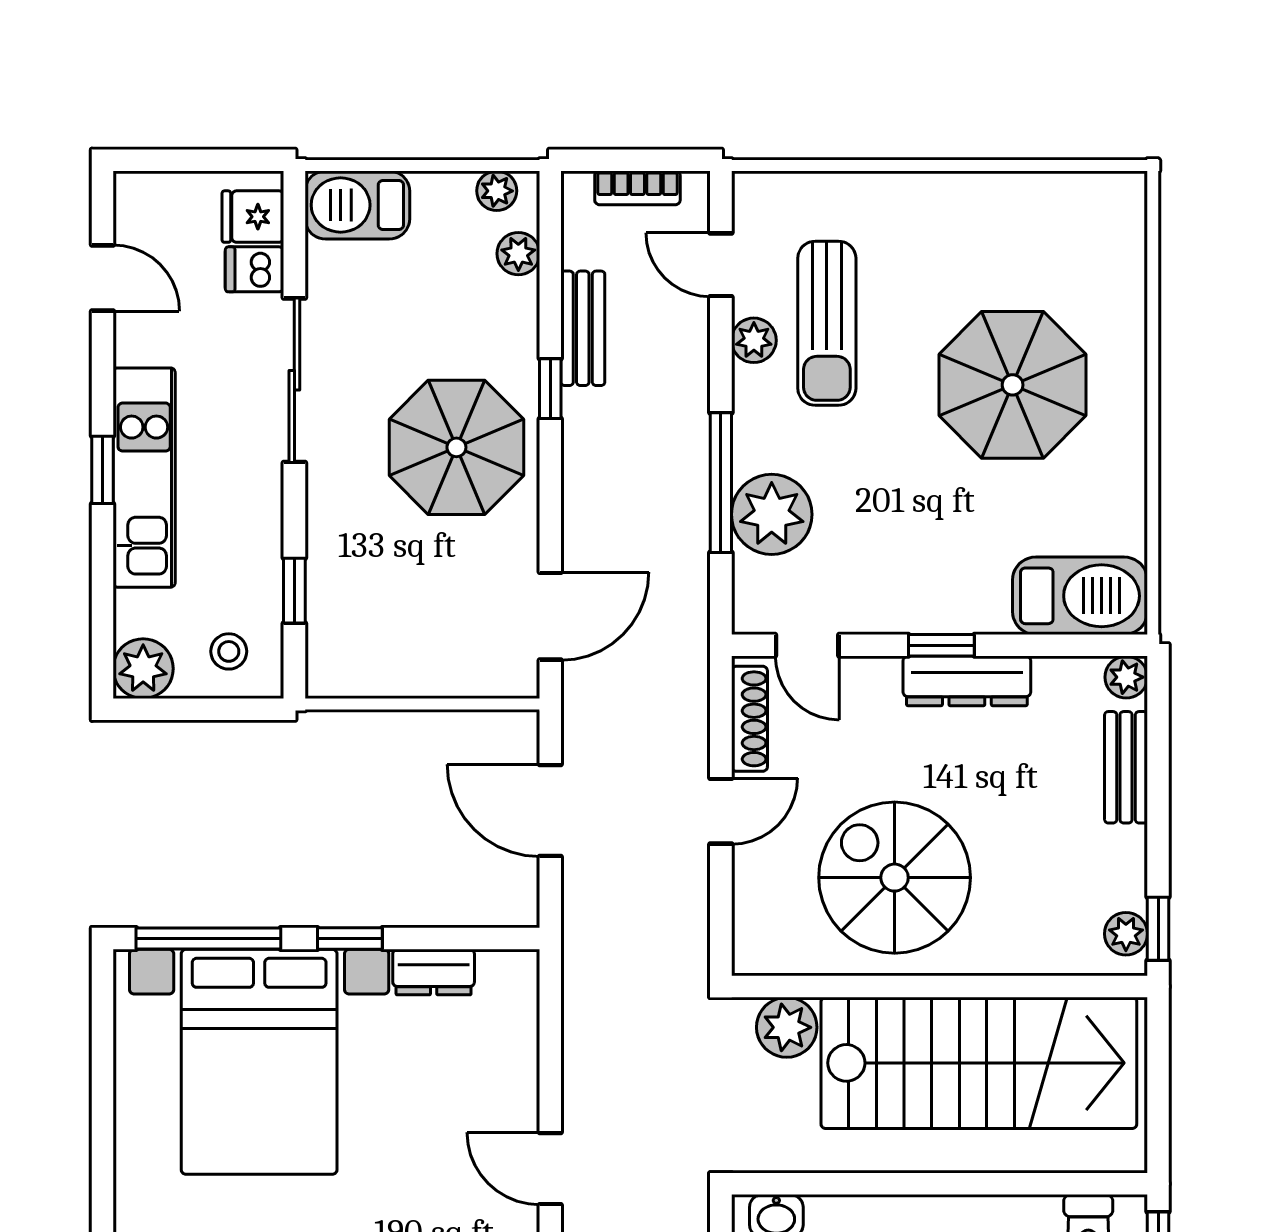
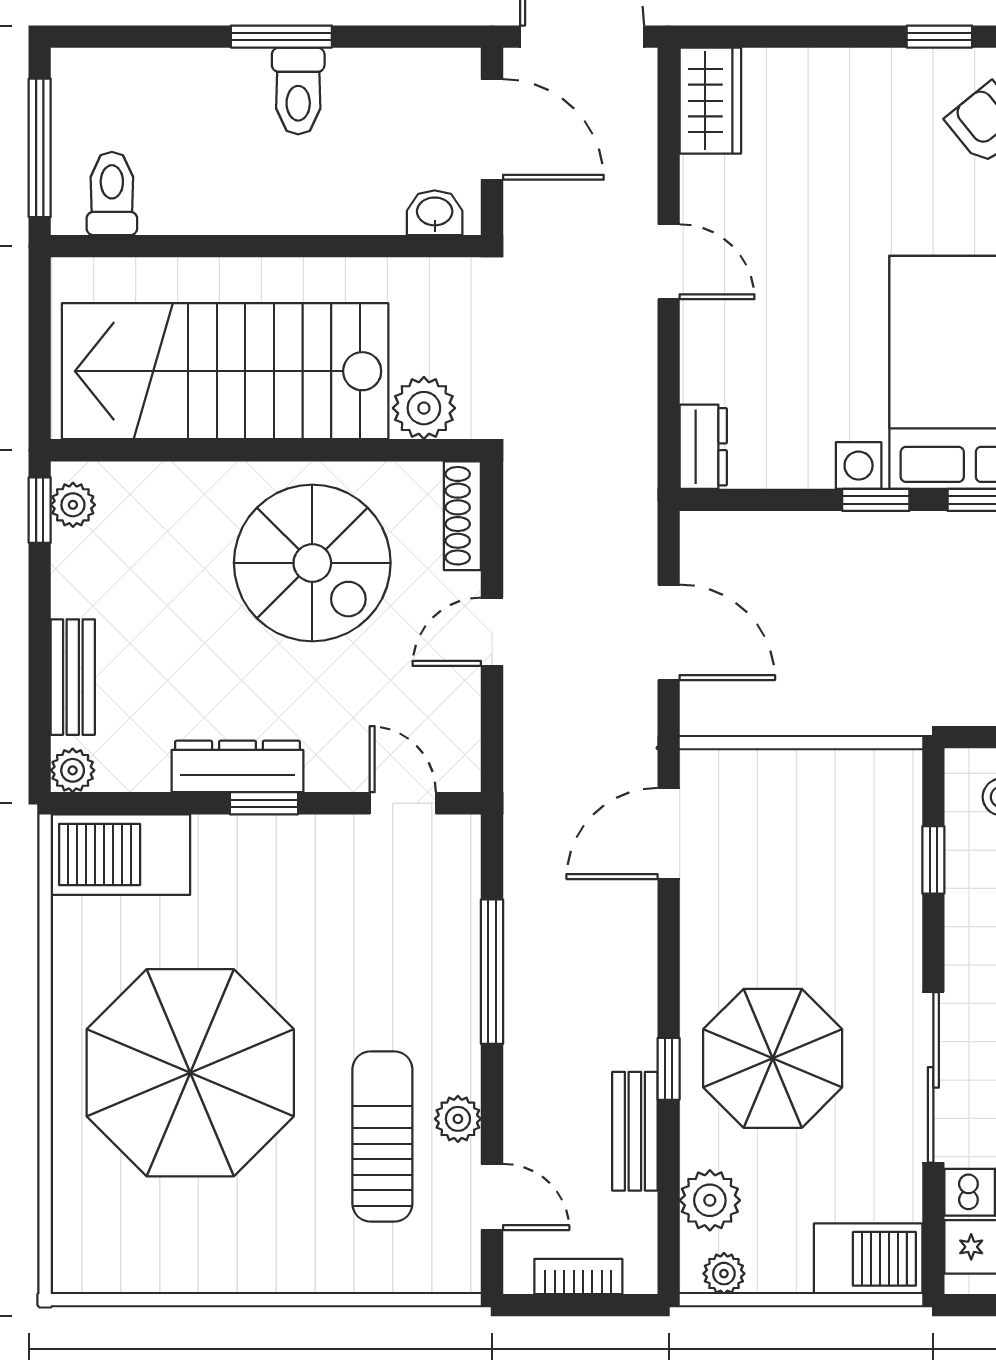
plant: (518, 254) -> (710, 1200), width x1.38, depth x1.38
parasol: (1013, 385) -> (190, 1073), width x1.36, depth x1.36
parasol: (456, 447) -> (773, 1058), moved
plant: (772, 514) -> (439, 939), removed
shoe rack: (749, 719) -> (462, 516), moved
dresser: (434, 972) -> (703, 447), moved, turned 90

